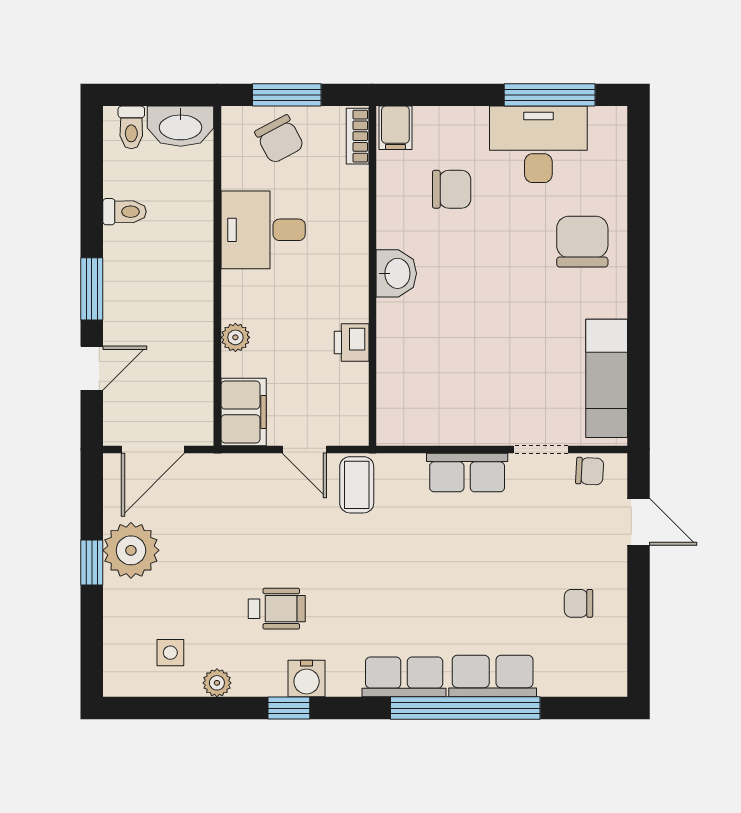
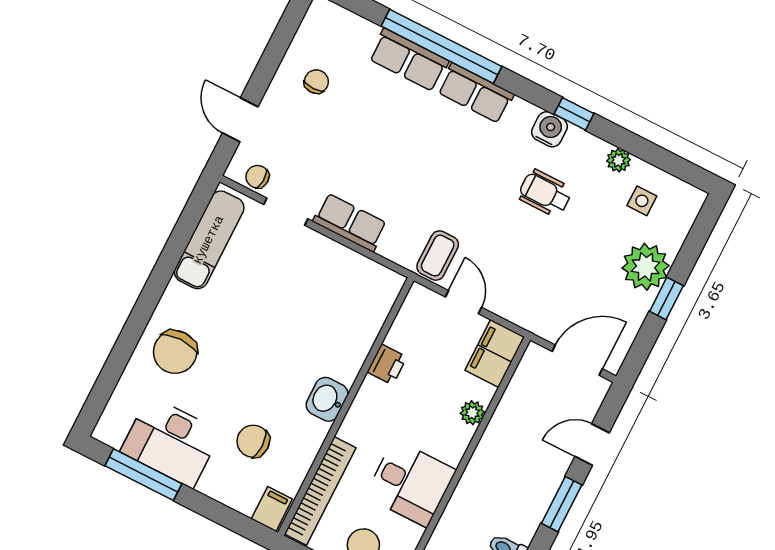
bookcase: (358, 136) -> (320, 491), width x2.31, depth x1.31
plant: (131, 550) -> (646, 267), moved
chair: (579, 603) -> (316, 82), turned -90

